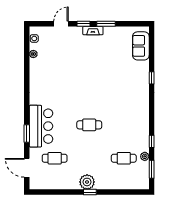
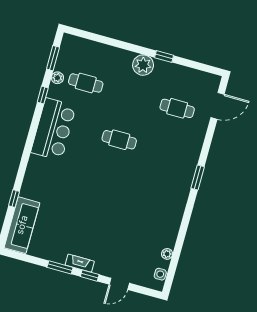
sofa: (141, 46) -> (22, 225), width x1.36
window: (152, 78) -> (14, 199), moved
bar counter: (41, 126) -> (53, 129), moved, turned 180
window: (27, 134) -> (198, 177), moved
door: (27, 168) -> (217, 106), hinge flipped
window: (90, 192) -> (164, 57), moved

